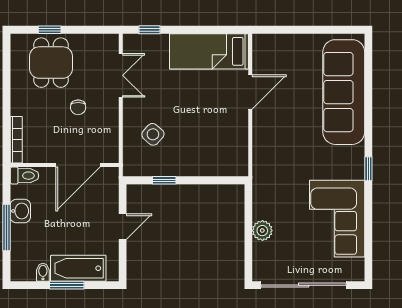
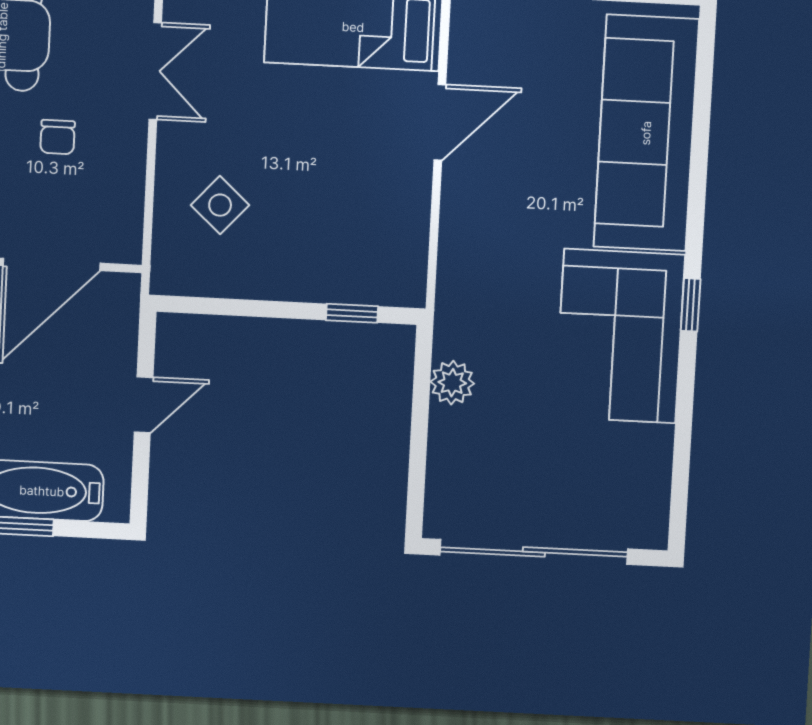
window: (164, 180) -> (352, 313), moved
corner sofa: (337, 219) -> (620, 336), moved
plant: (262, 231) -> (452, 383), moved

